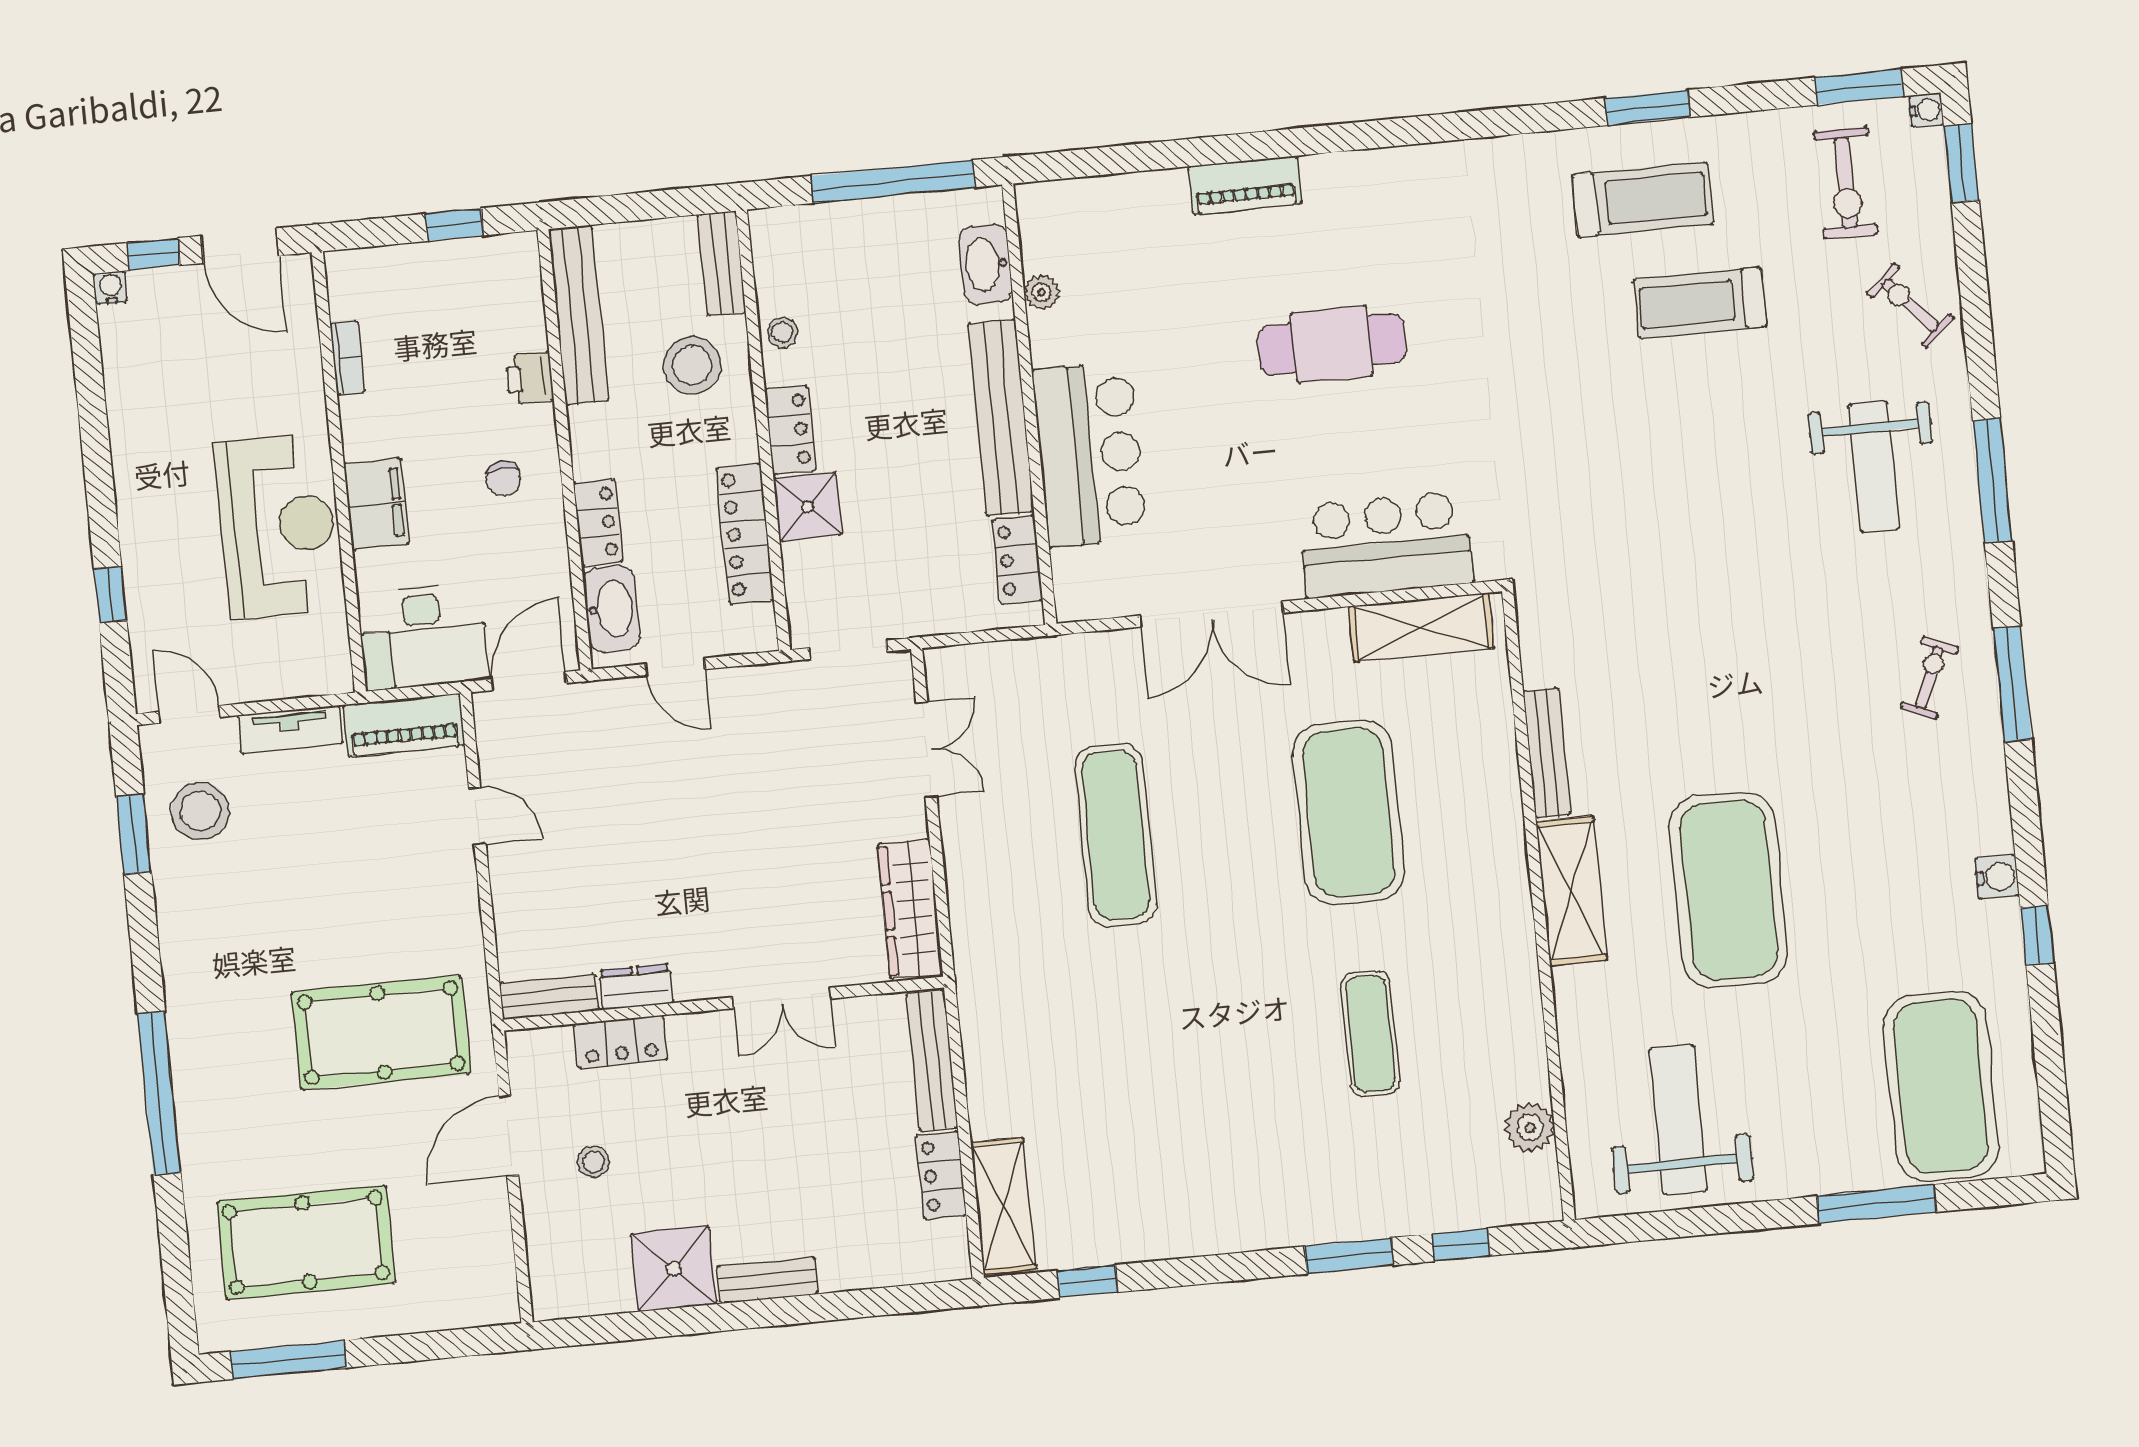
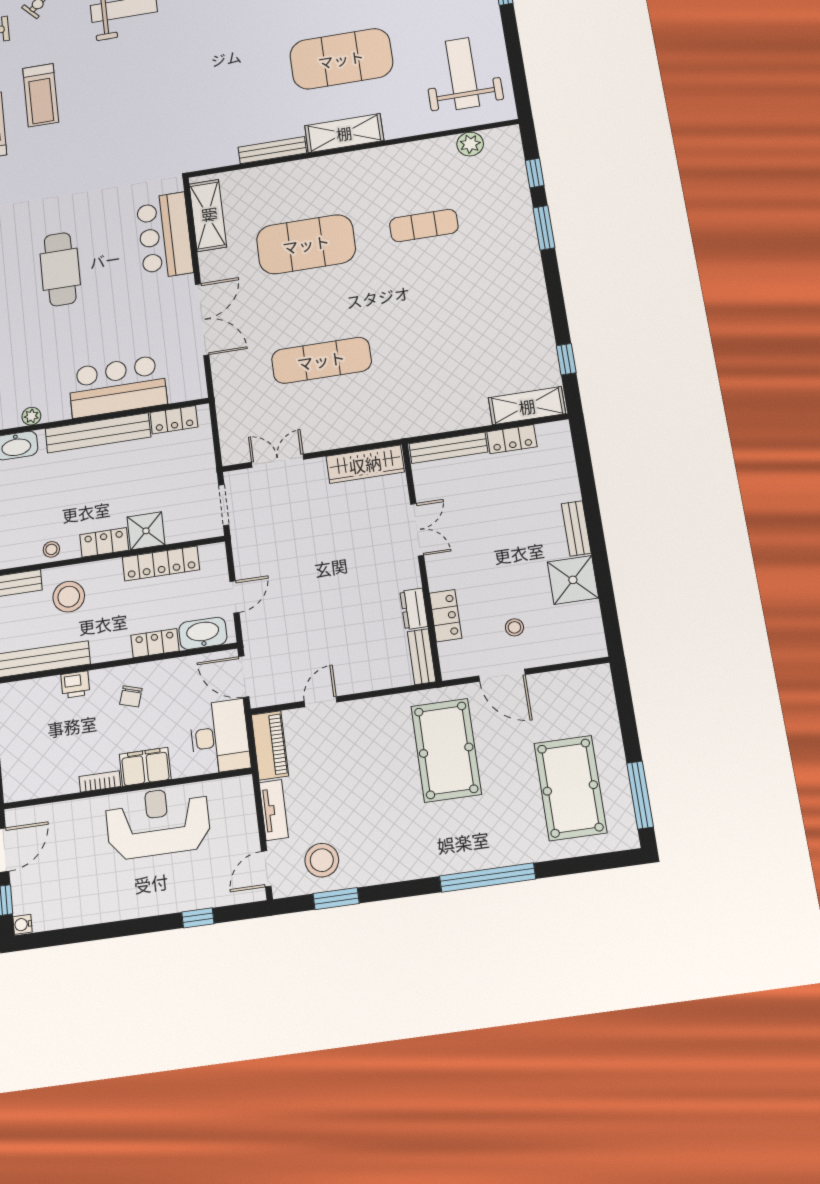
bookcase: (347, 358) -> (100, 781), moved
chair: (503, 479) -> (131, 696), turned 107
weight bench: (1678, 1120) -> (462, 73), turned 90

